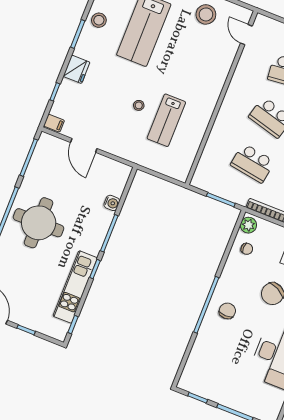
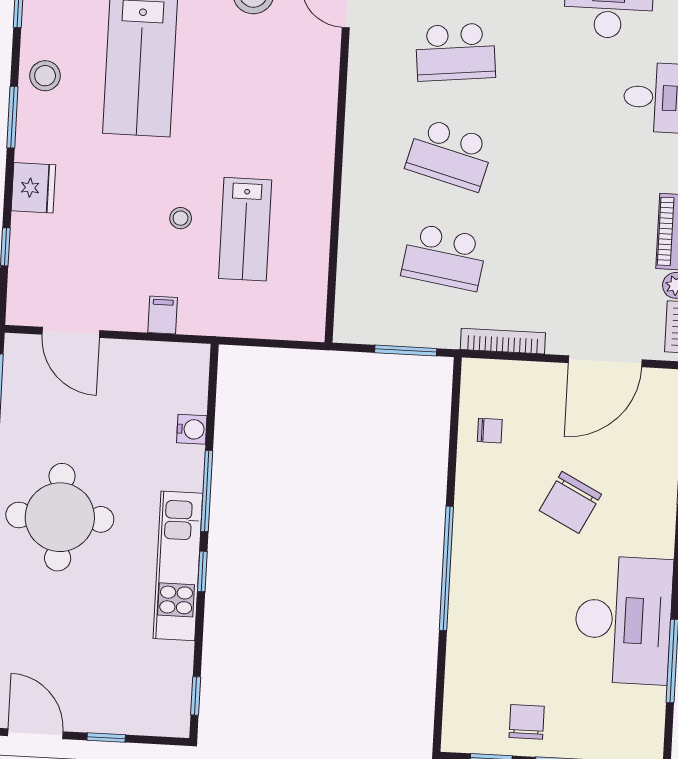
filing cabinet: (54, 123) -> (163, 315), moved, turned -90
door: (84, 145) -> (71, 332), moved
plant: (248, 225) -> (477, 383), removed
kitchen unit: (75, 287) -> (178, 566), moved
chair: (227, 311) -> (527, 722), moved

